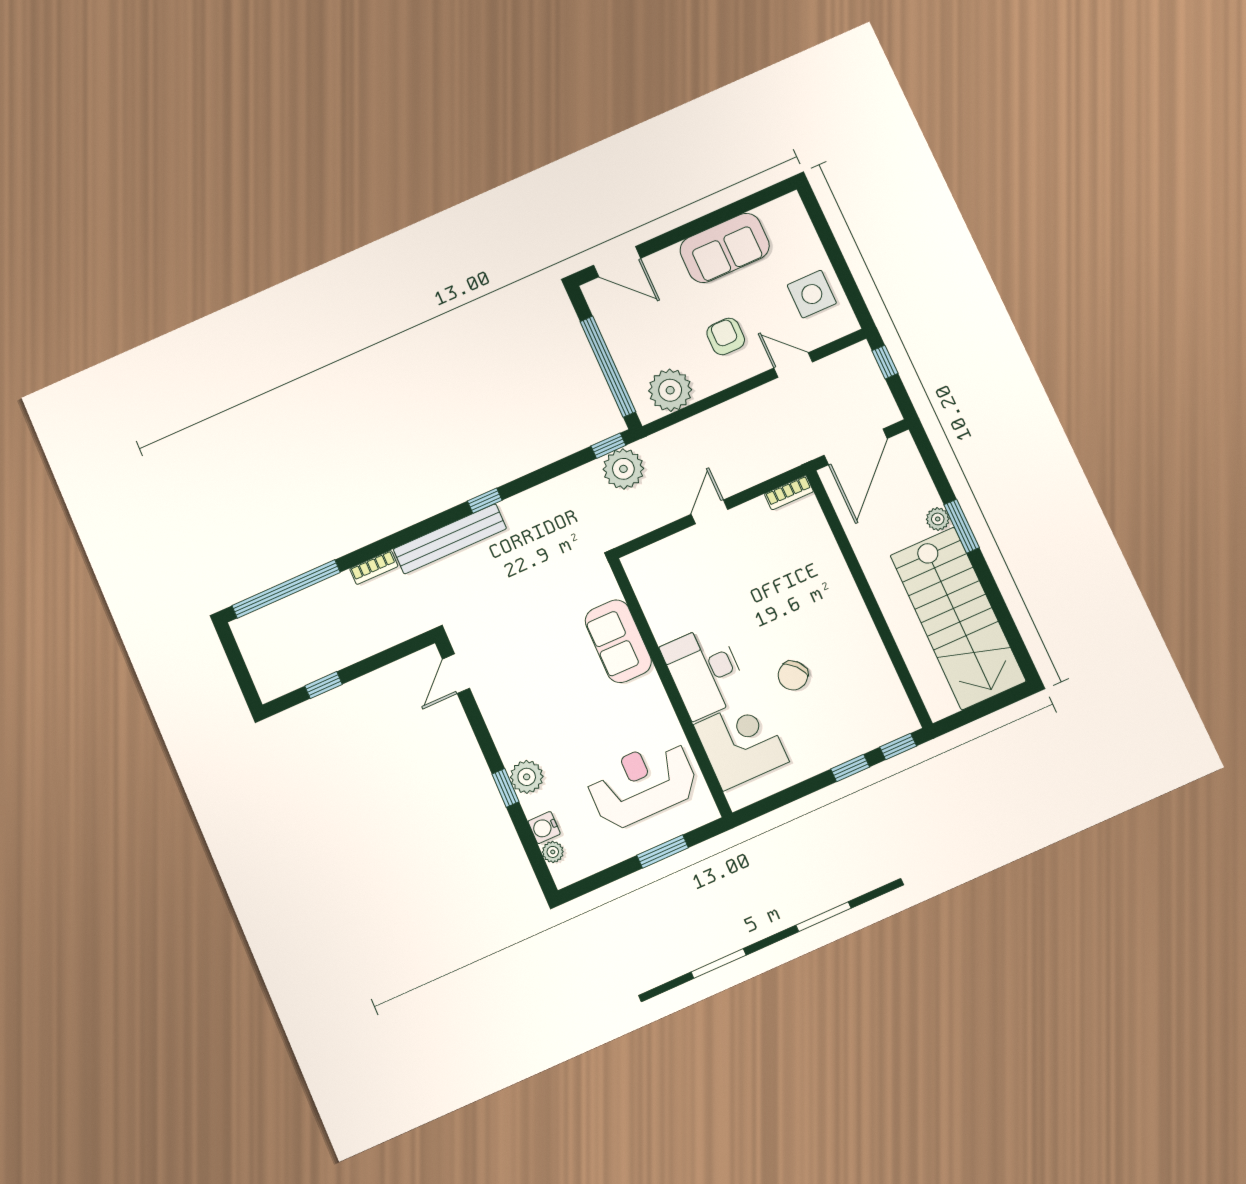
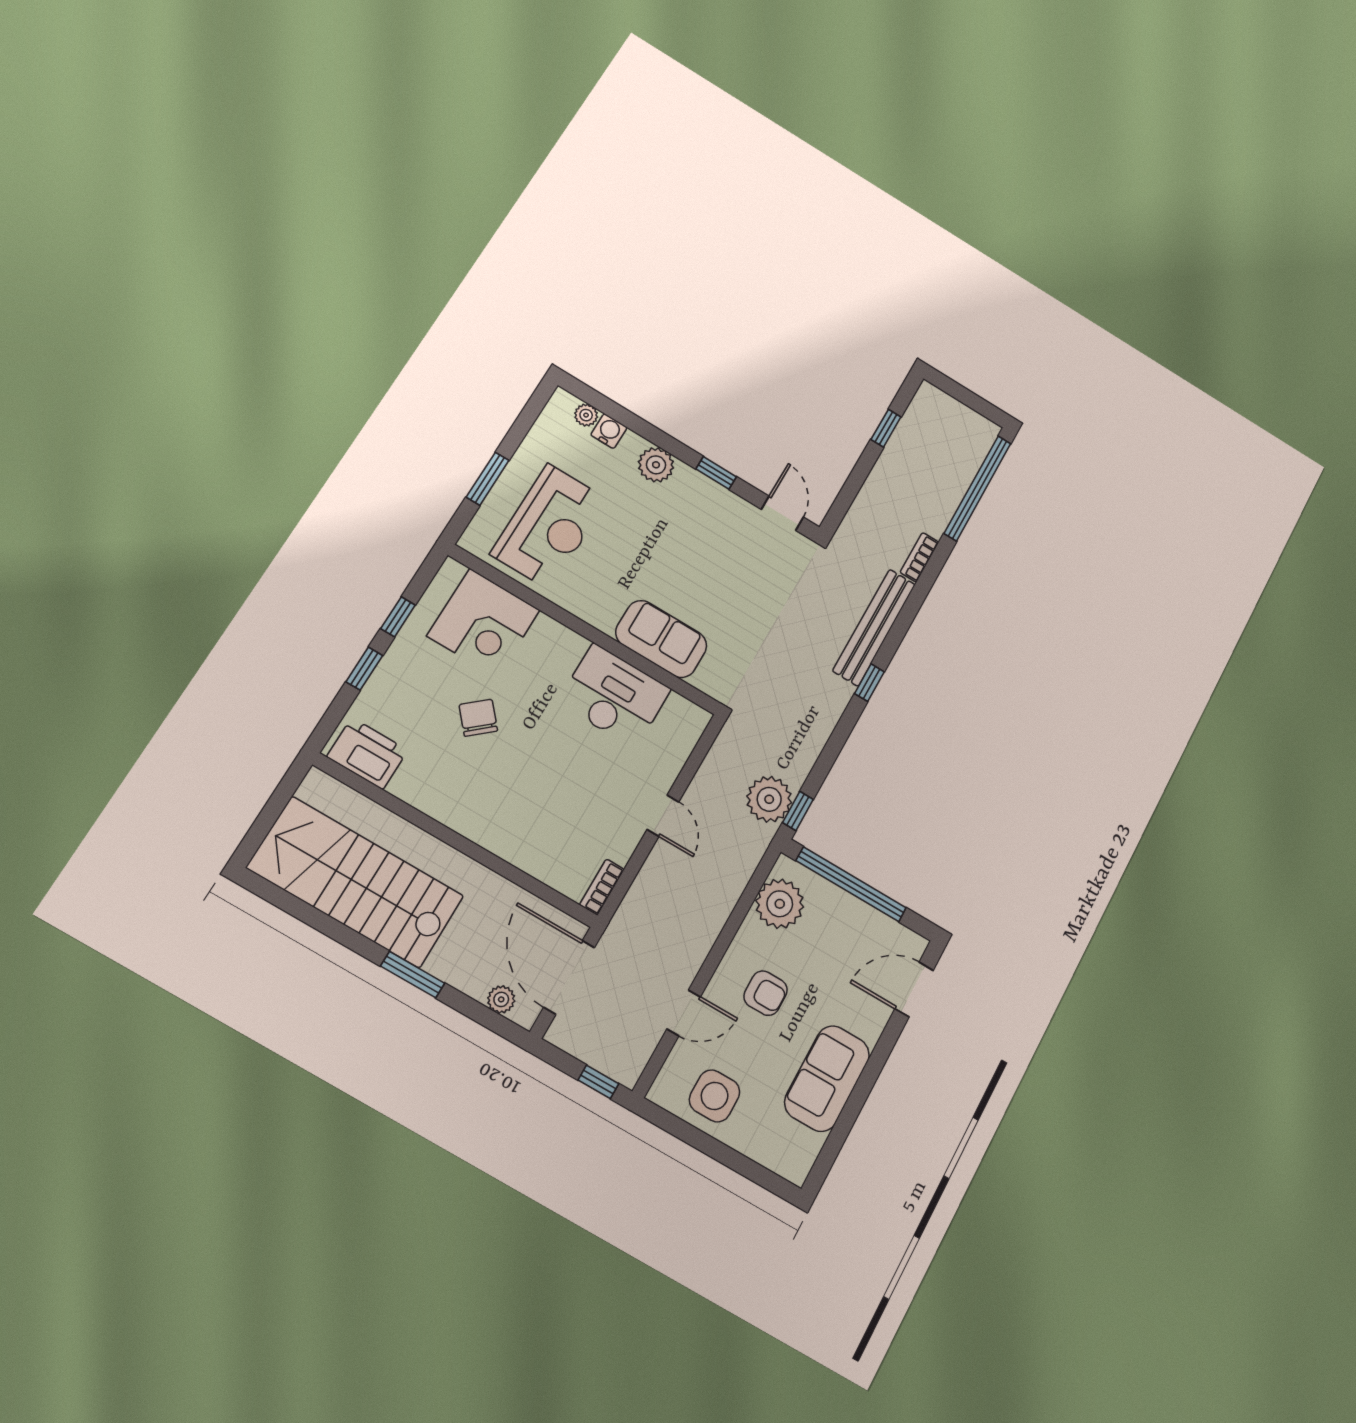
plant: (938, 519) -> (501, 999), moved
desk: (705, 672) -> (614, 696), moved
printer: (889, 704) -> (367, 753), added
window: (898, 747) -> (398, 617), moved
window: (506, 788) -> (716, 473), moved

